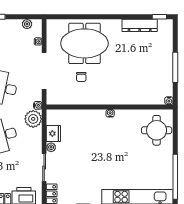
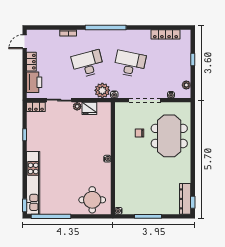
dresser: (140, 25) -> (185, 199), moved

